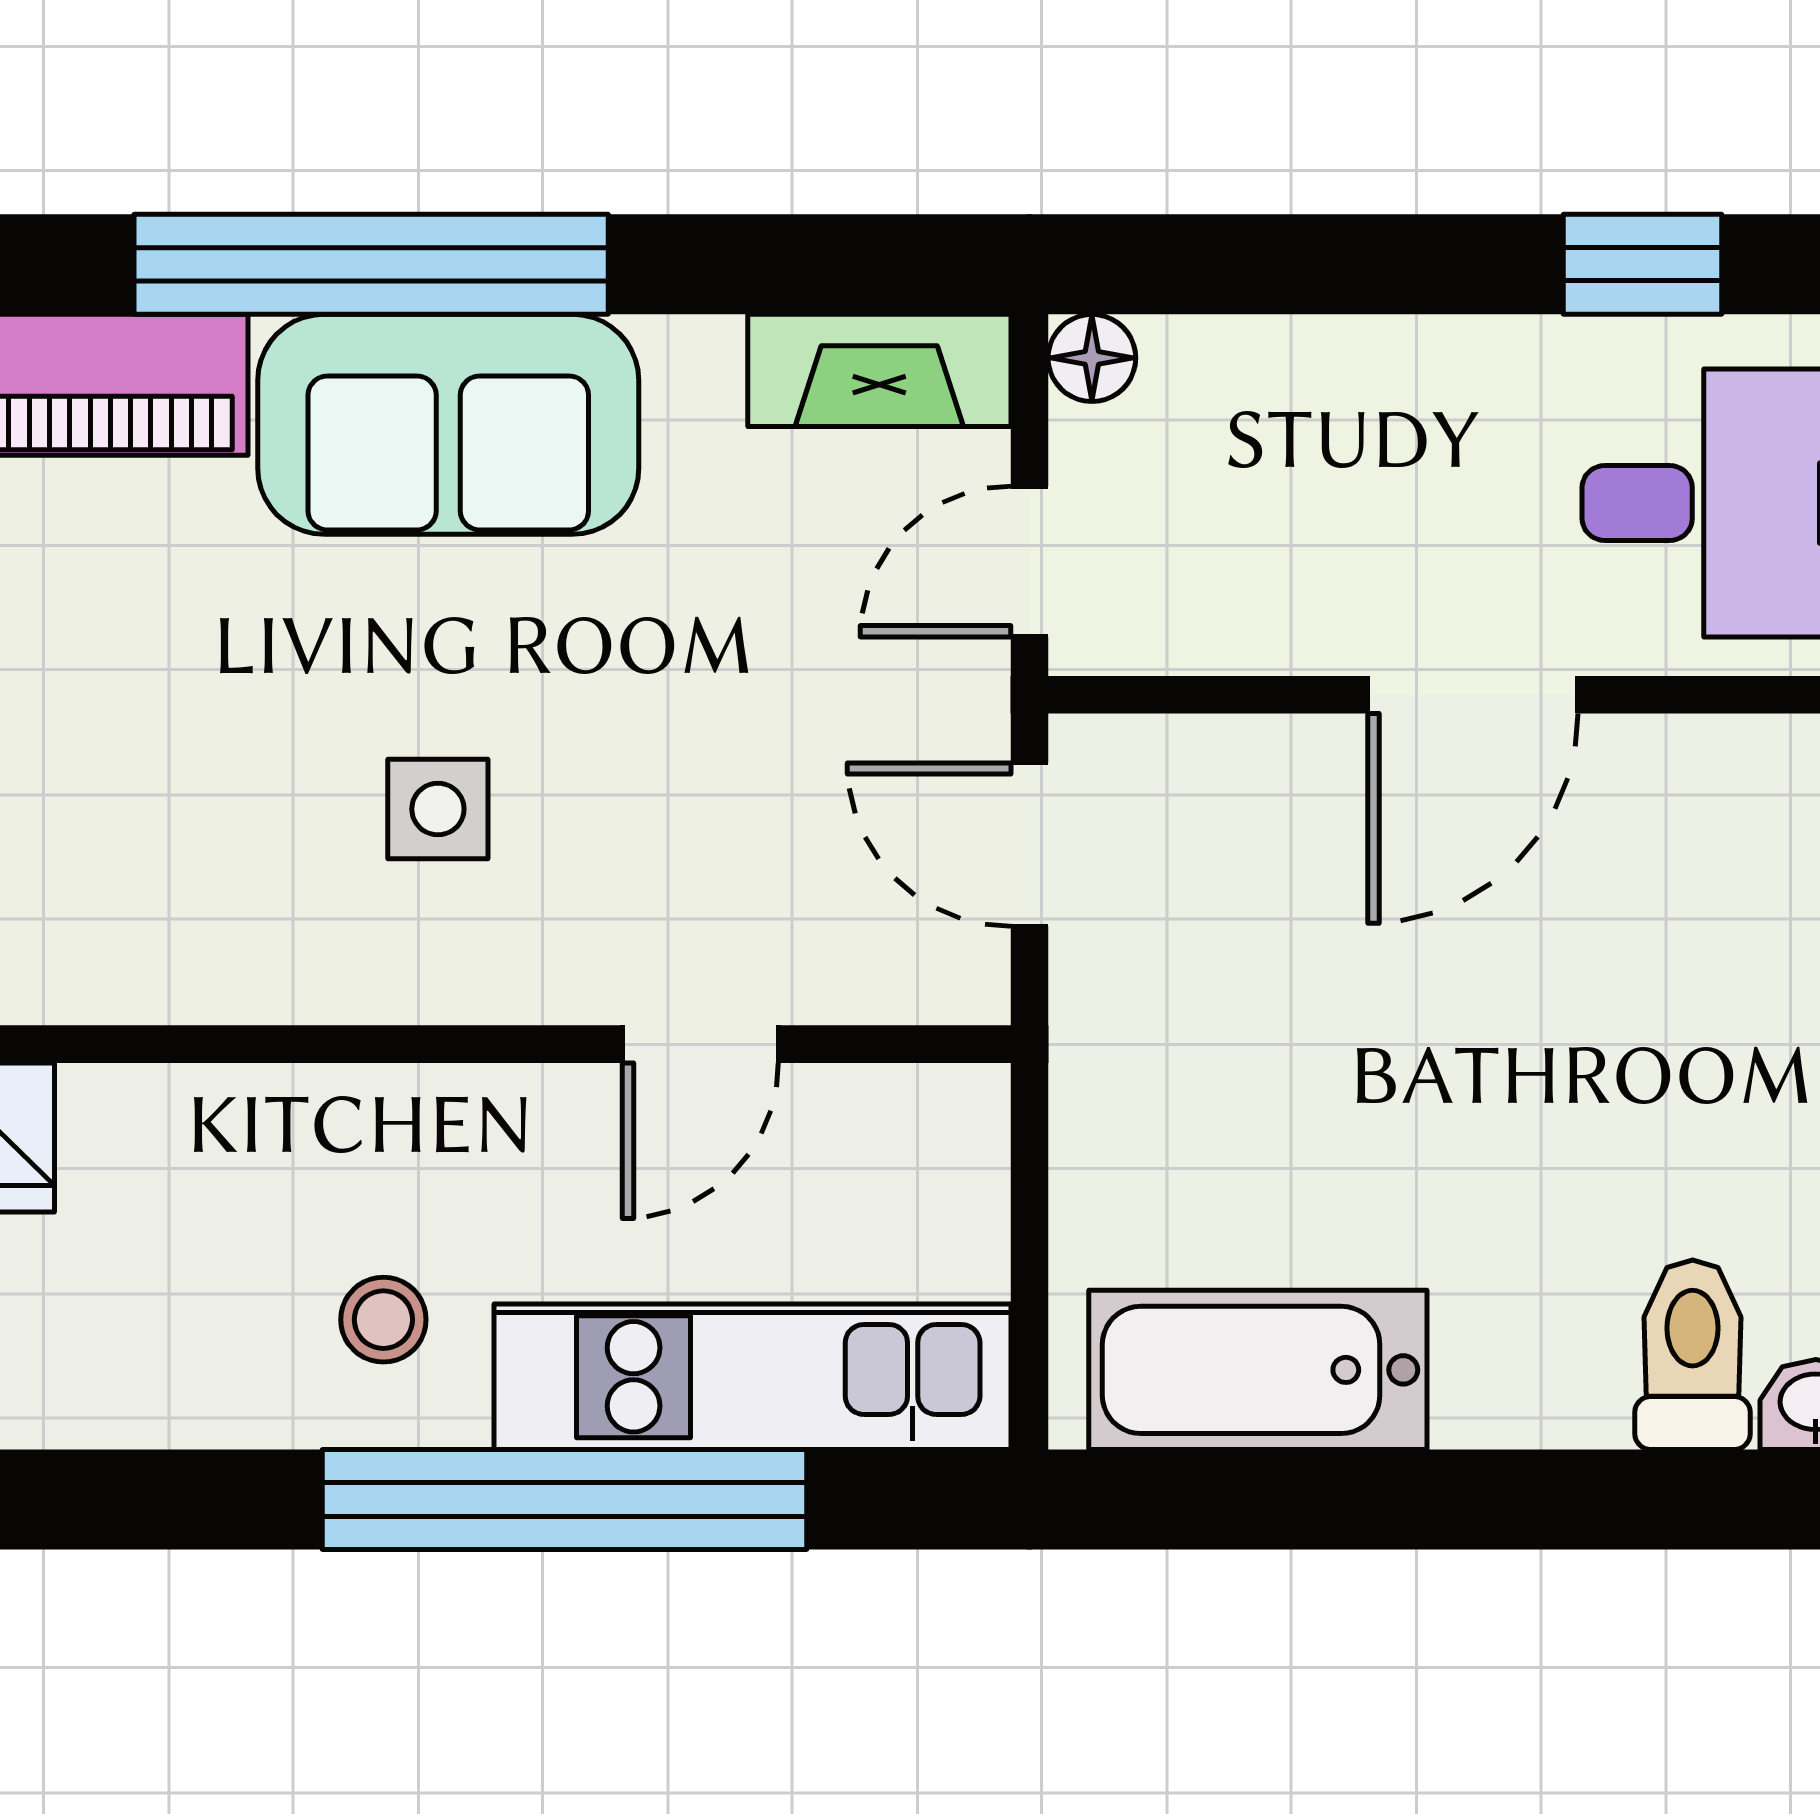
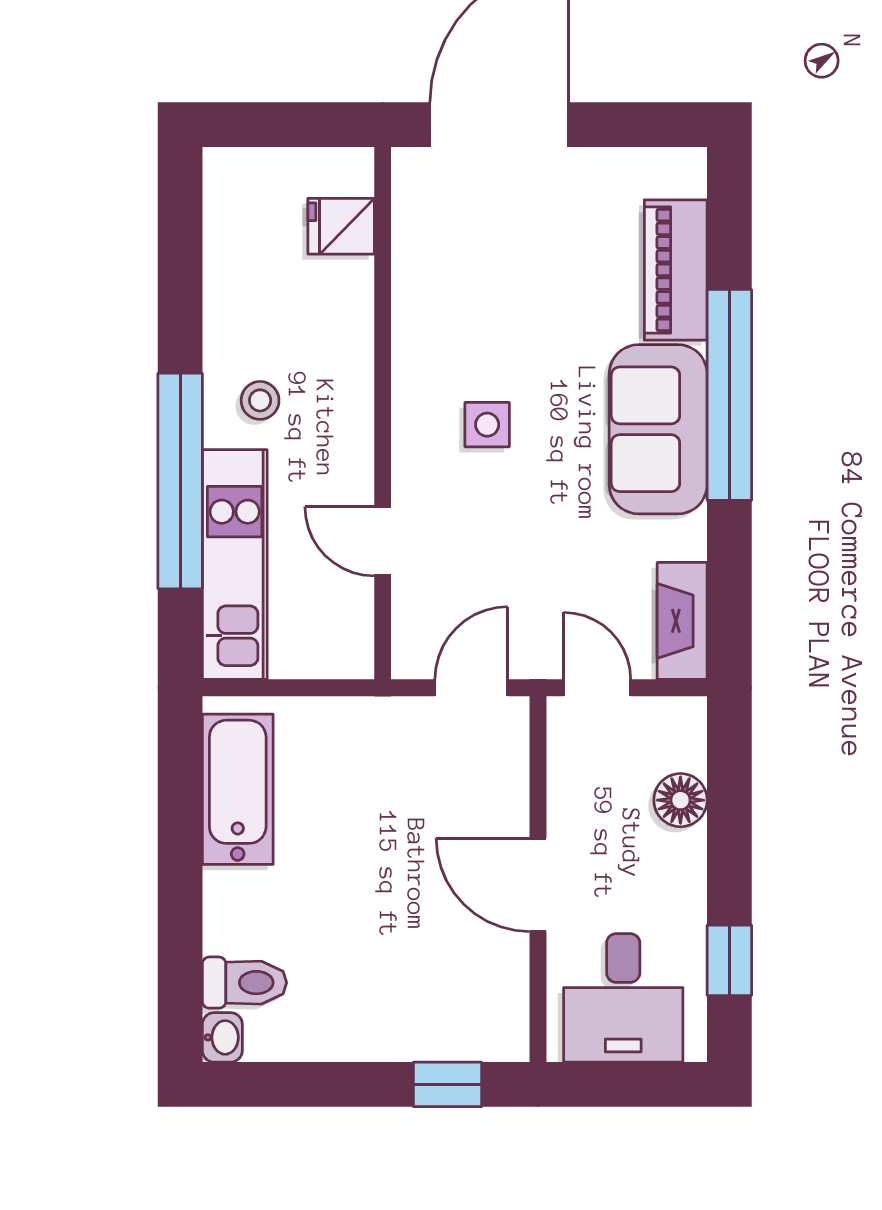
floor lamp: (1092, 358) -> (680, 800), moved, width x1.37, depth x1.37

